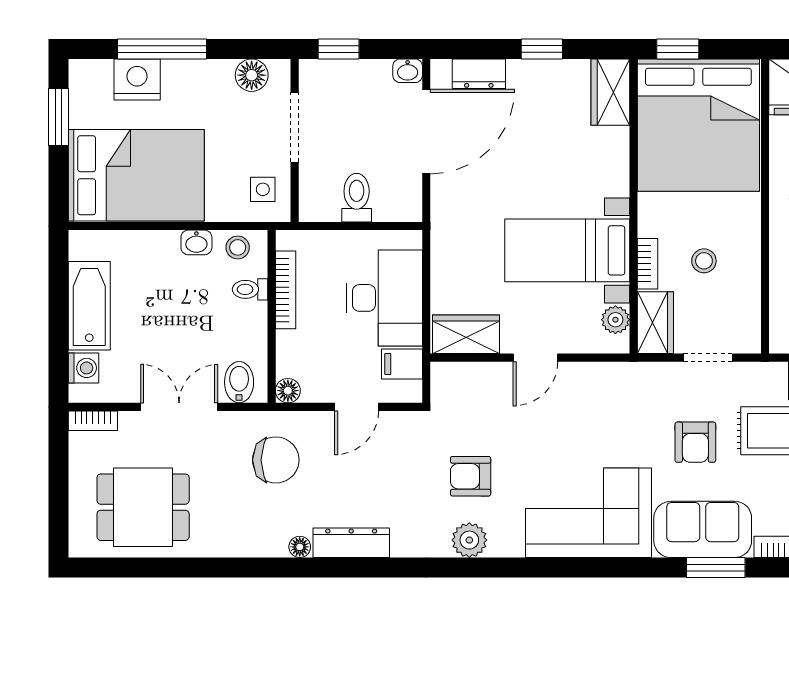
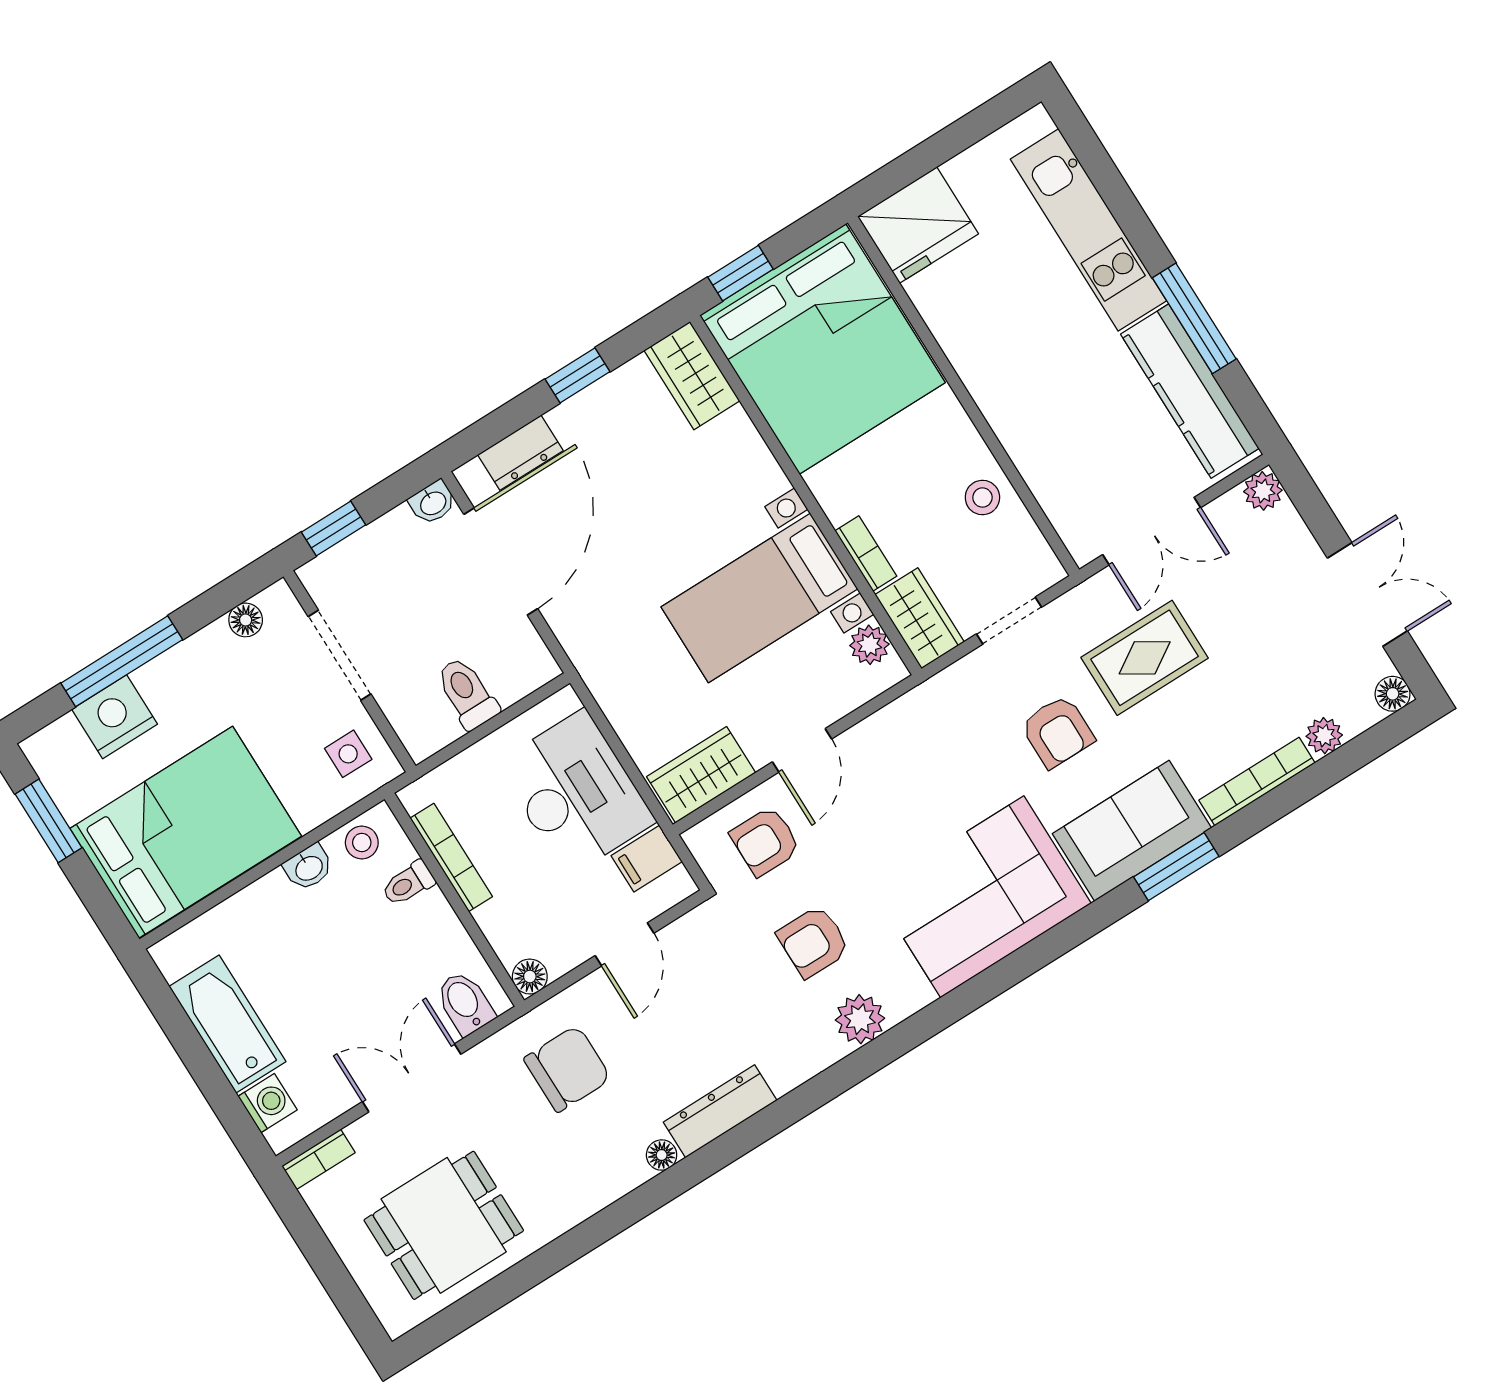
floor lamp: (252, 75) -> (246, 620), width x0.73, depth x0.73
stool: (704, 261) -> (982, 498), moved
armchair: (480, 398) -> (765, 841), added

